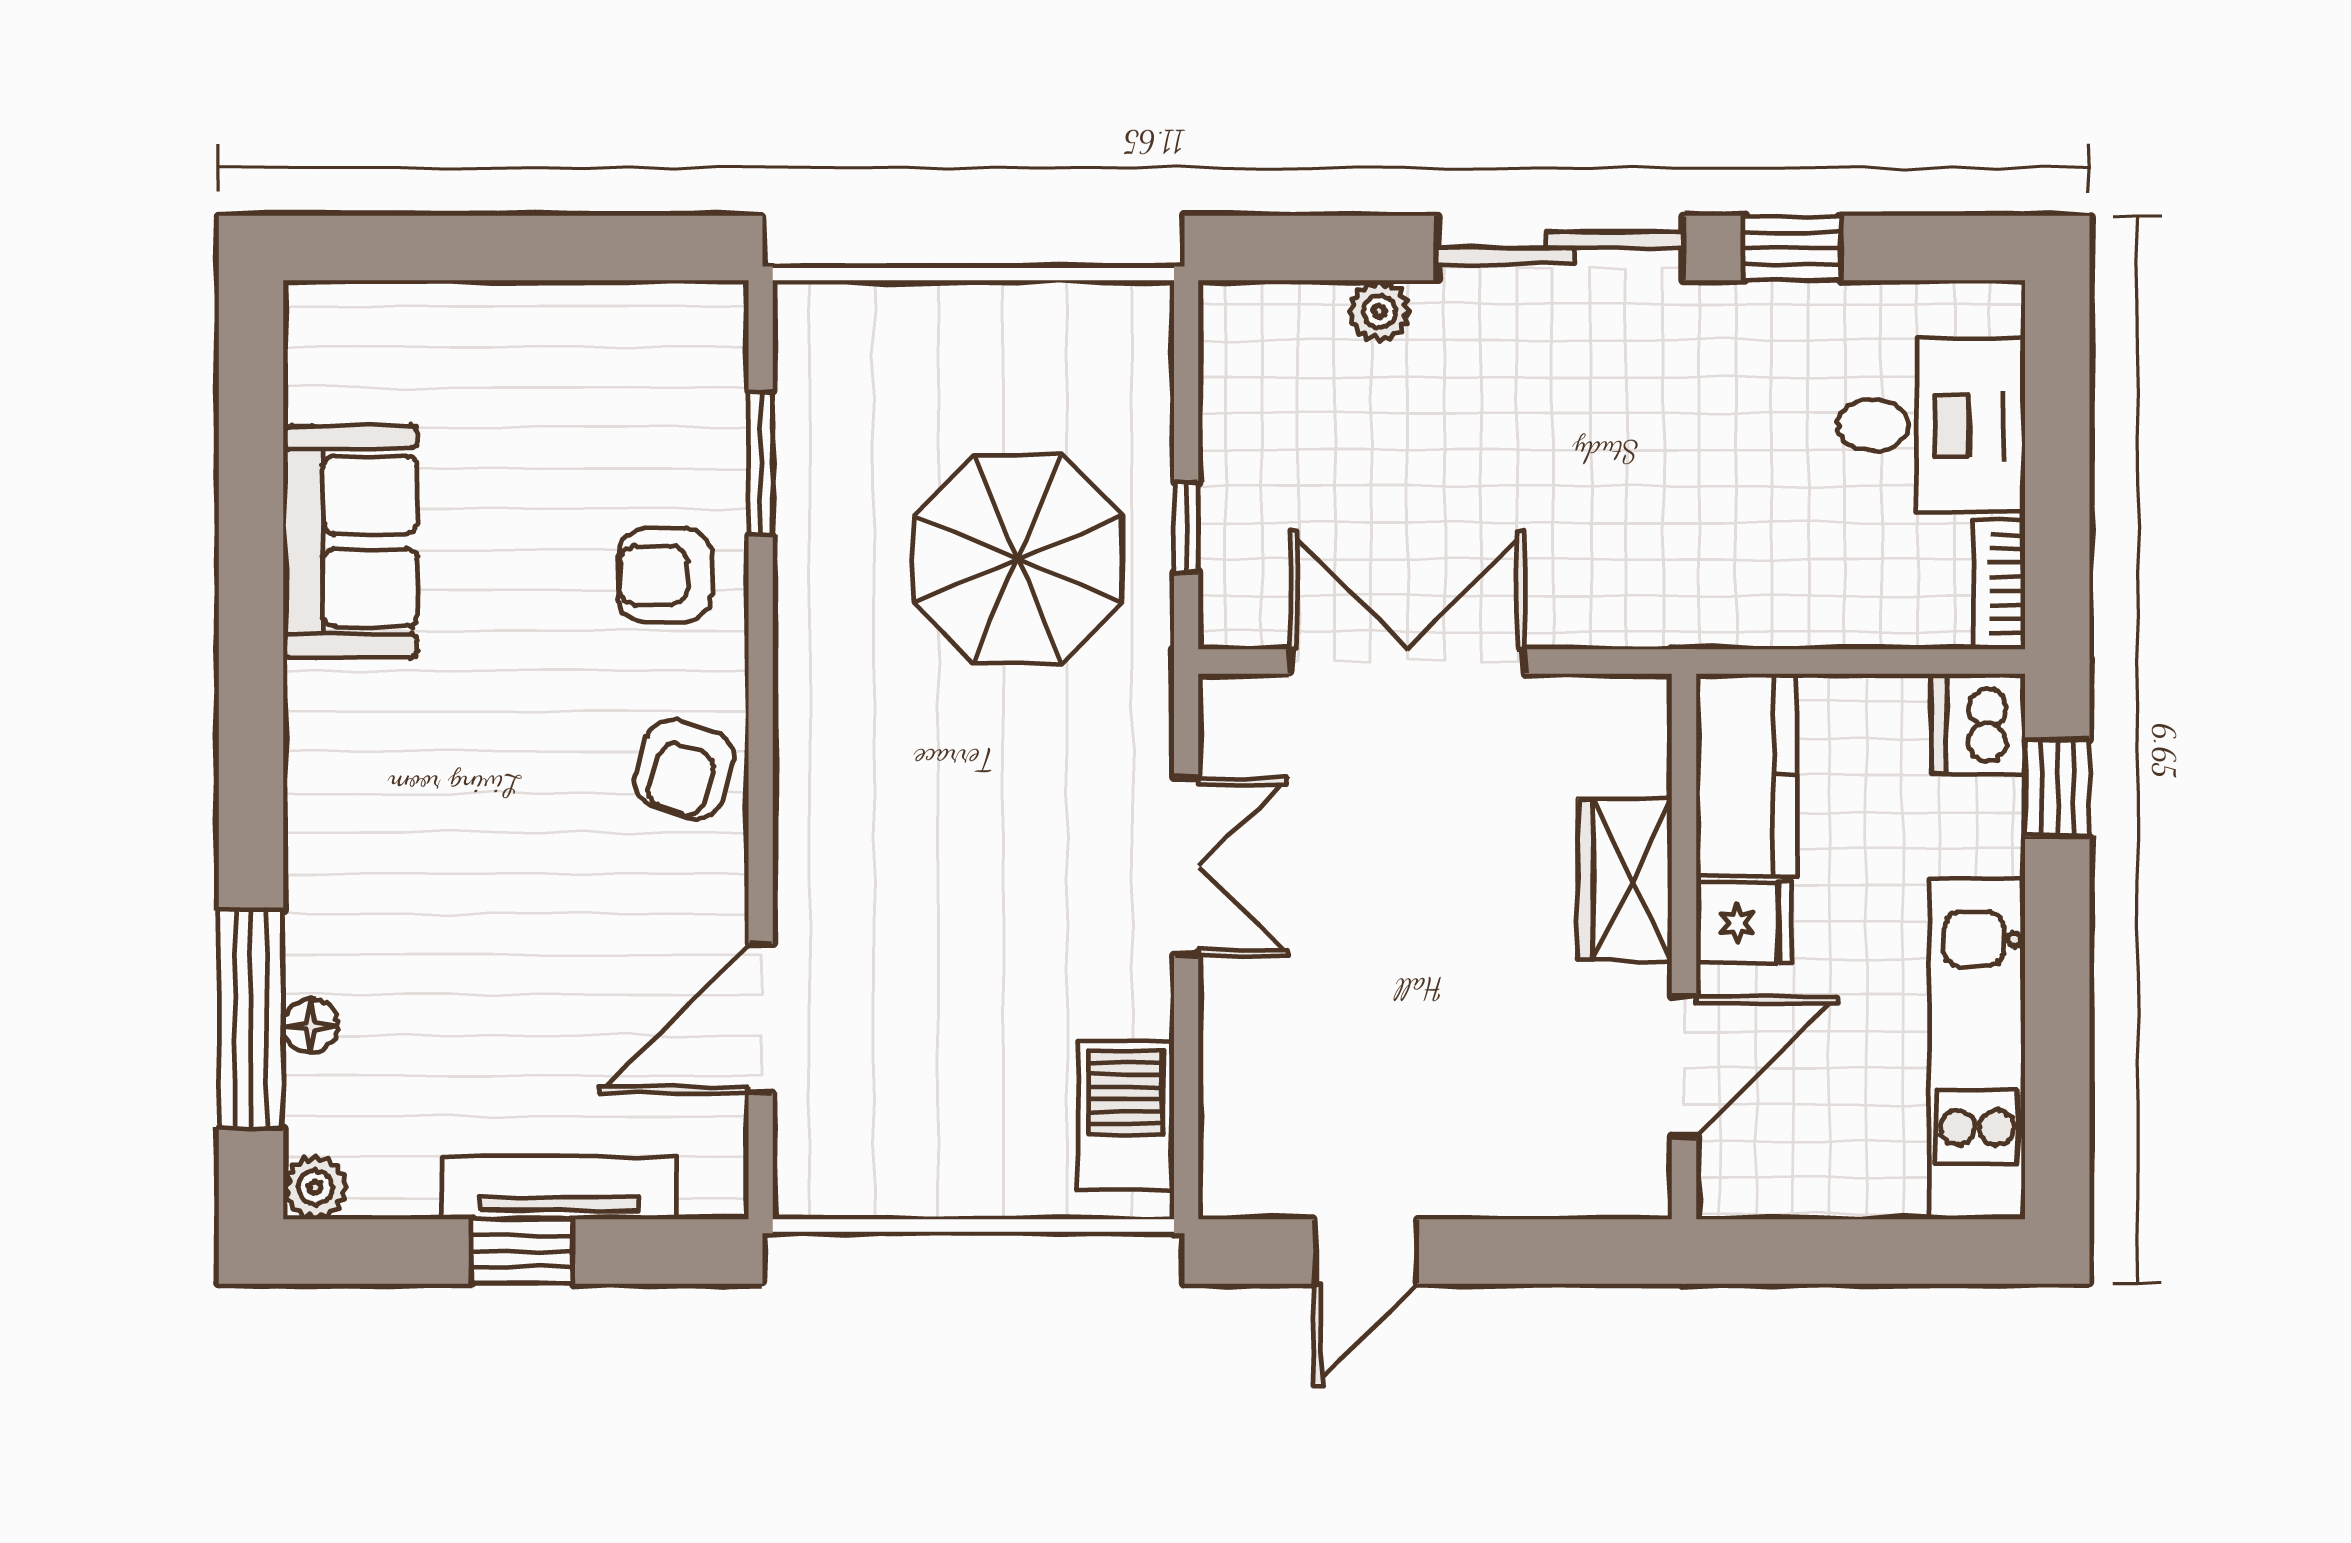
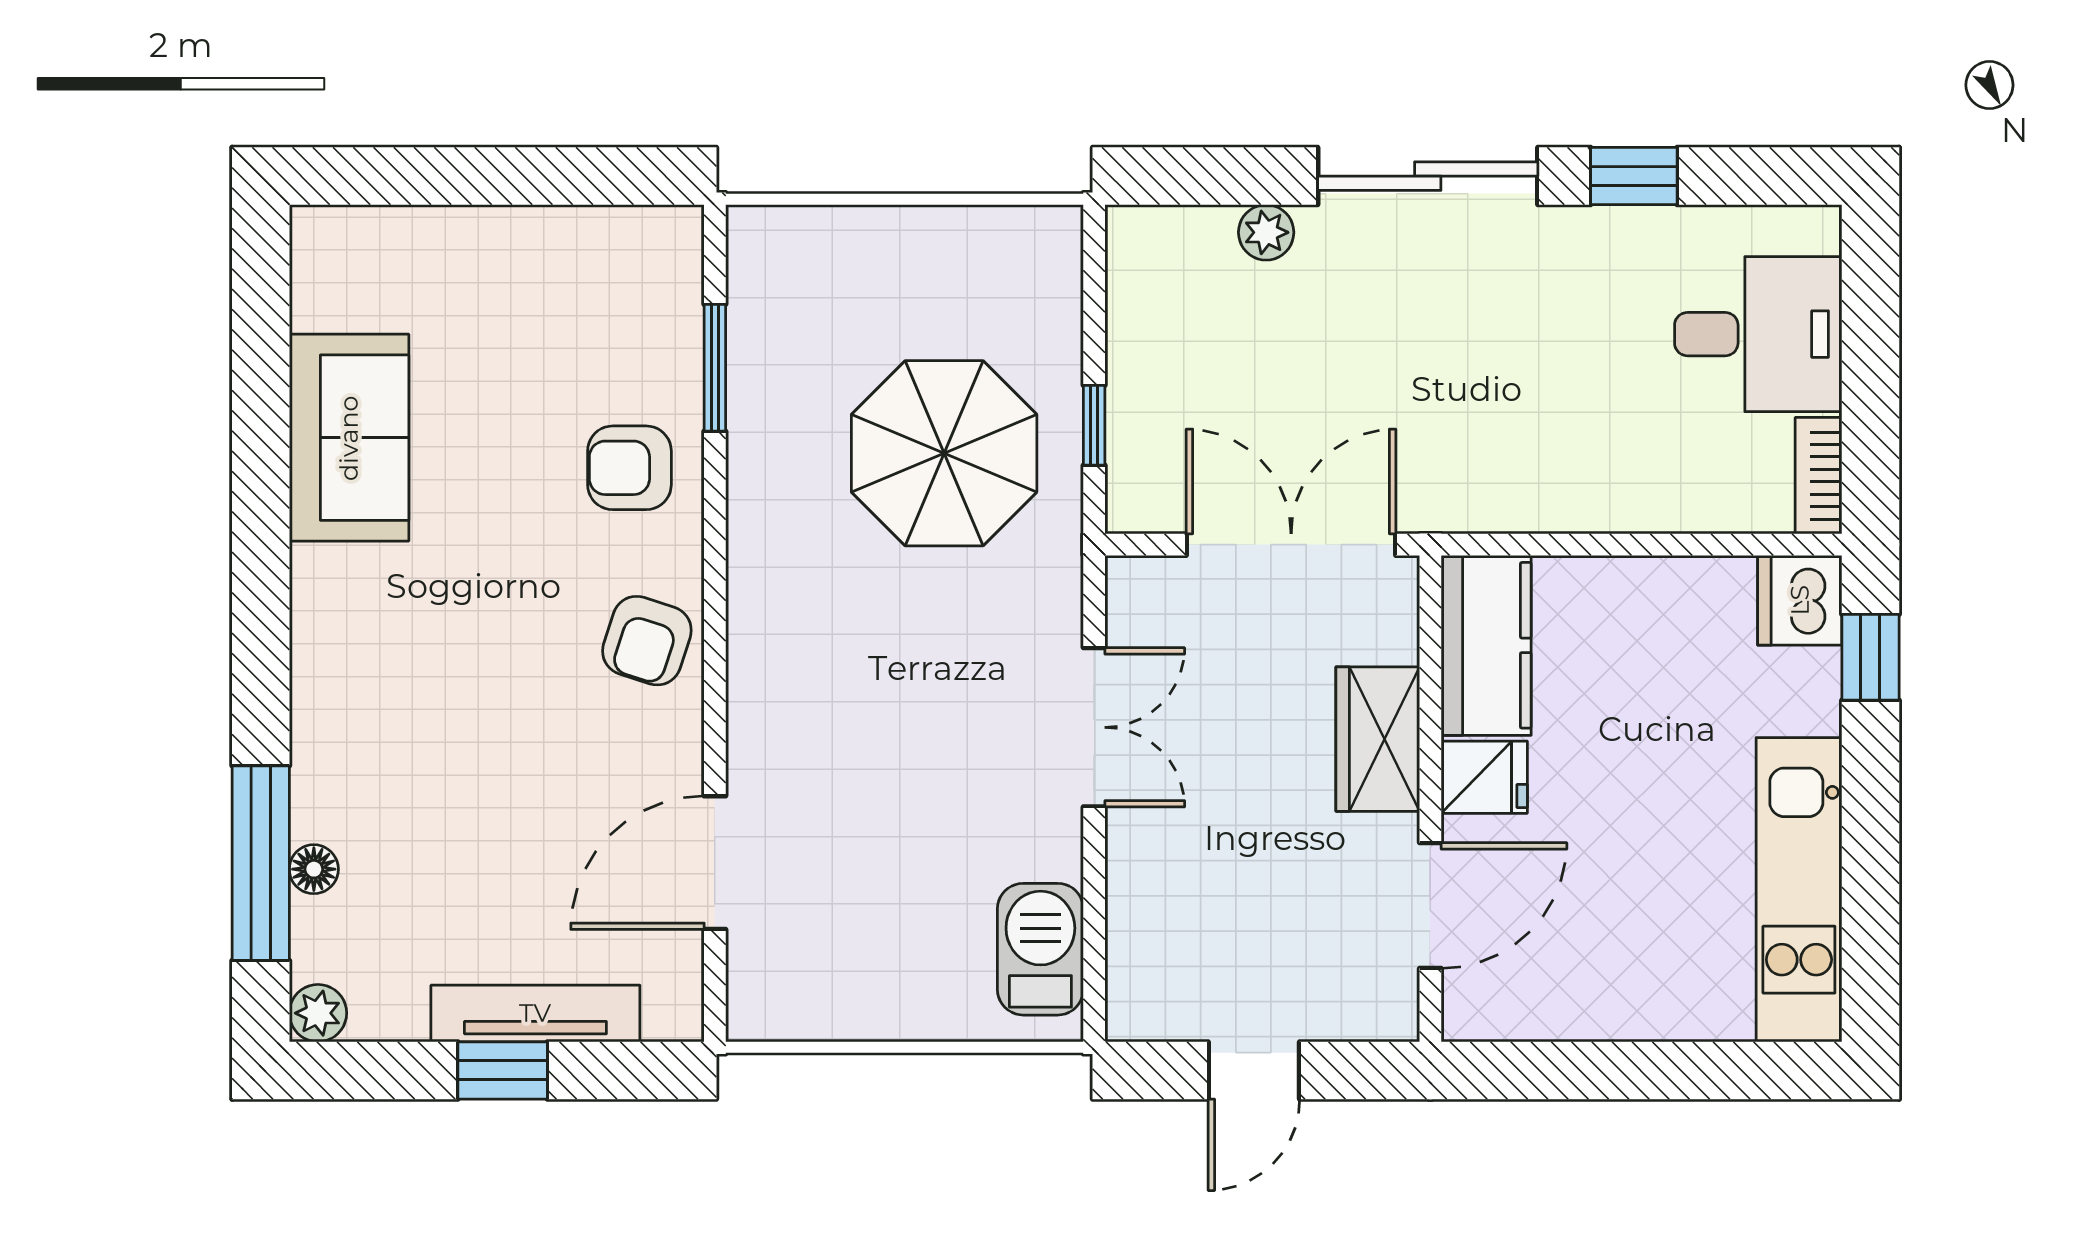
kitchen counter: (1747, 775) -> (1486, 645), moved
wardrobe: (1625, 880) -> (1378, 739), moved
fridge: (1744, 923) -> (1484, 777), moved
wall: (1684, 947) -> (1430, 799), moved
door: (1684, 1067) -> (1430, 906), moved

